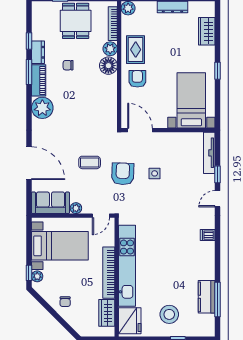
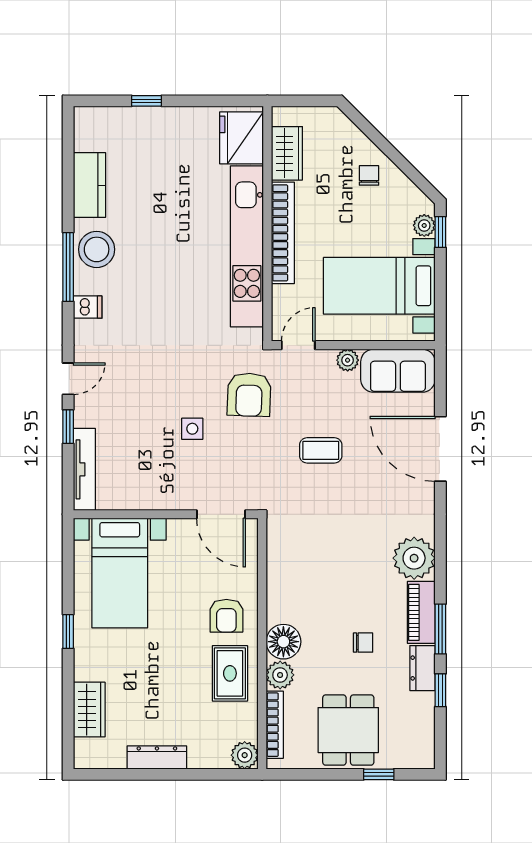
armchair: (123, 174) -> (249, 395), moved
window: (217, 300) -> (68, 267), moved
stool: (169, 314) -> (97, 249), moved

